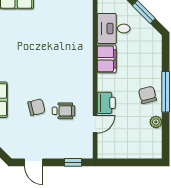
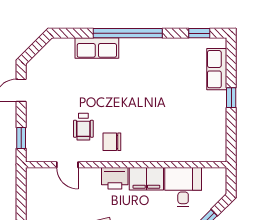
printer: (106, 103) -> (115, 178), moved
chair: (36, 107) -> (112, 142), moved, turned 104

